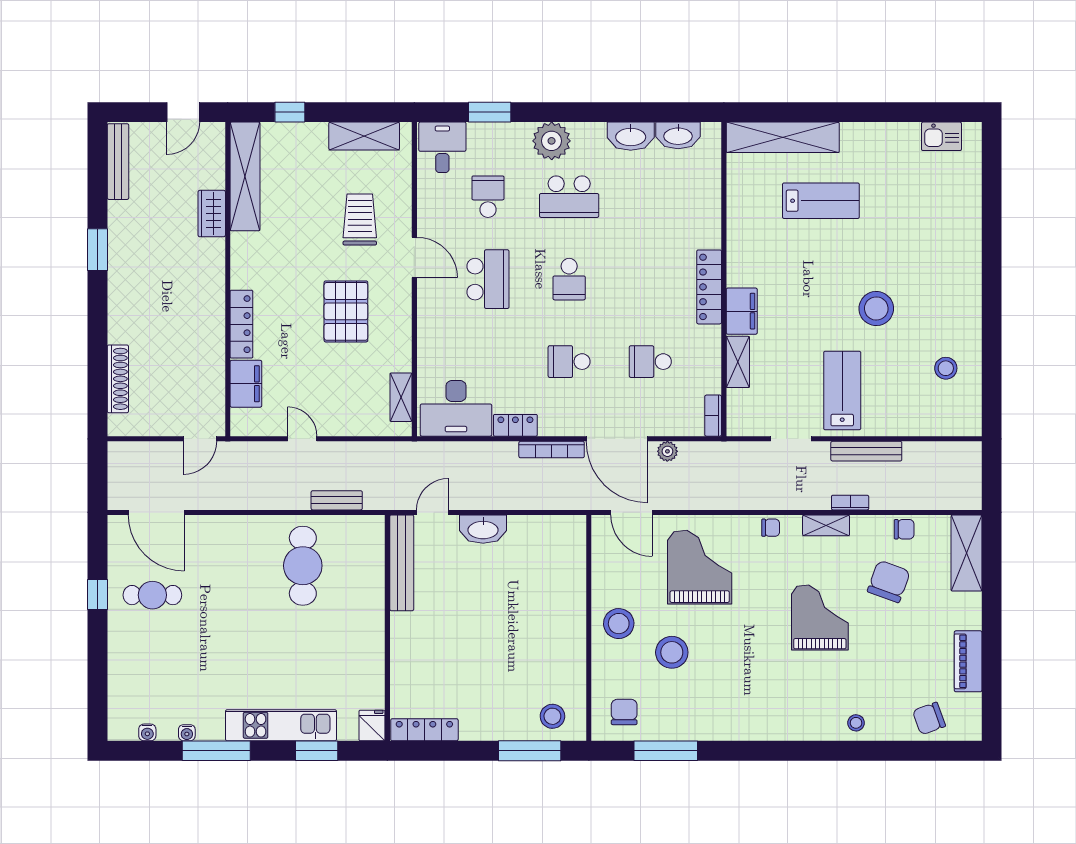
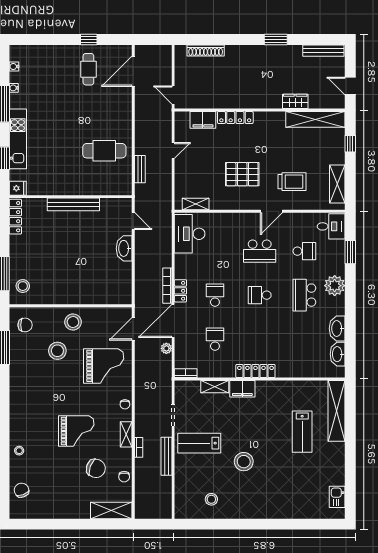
lab bench: (842, 391) -> (199, 443), turned 180
locker: (515, 425) -> (180, 291), moved
bench: (402, 563) -> (73, 204), moved
piano: (968, 661) -> (53, 511), removed

